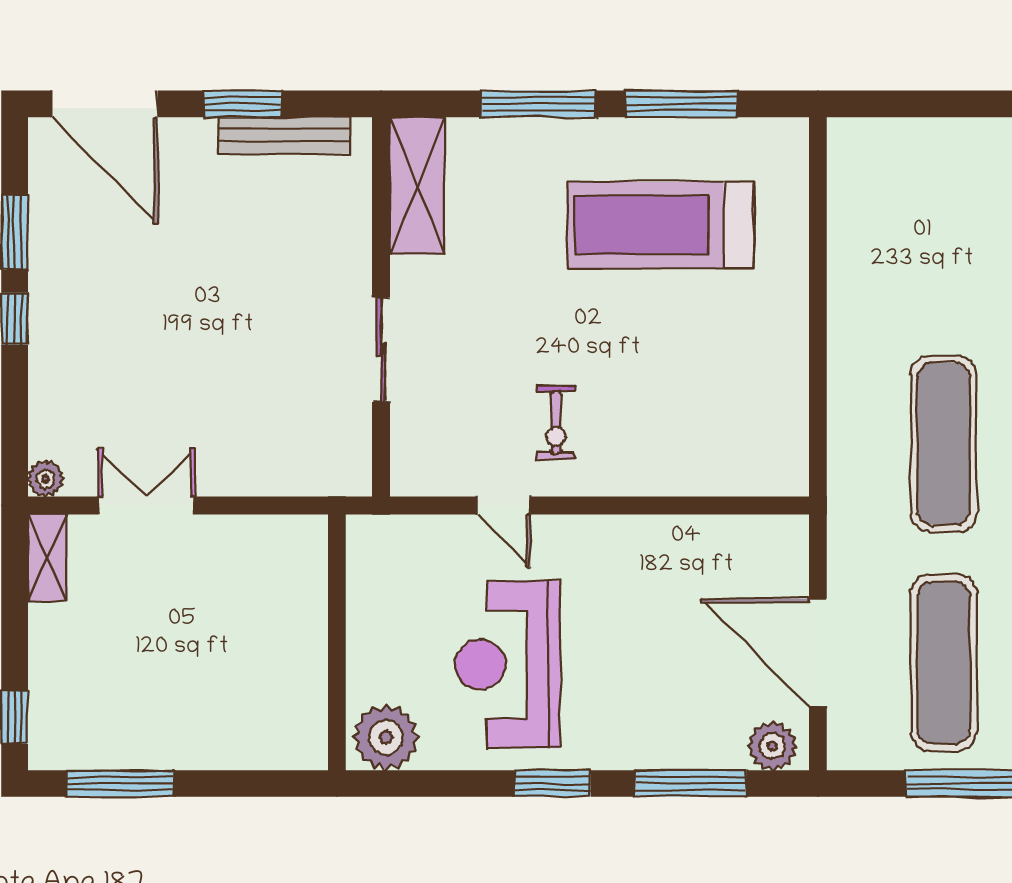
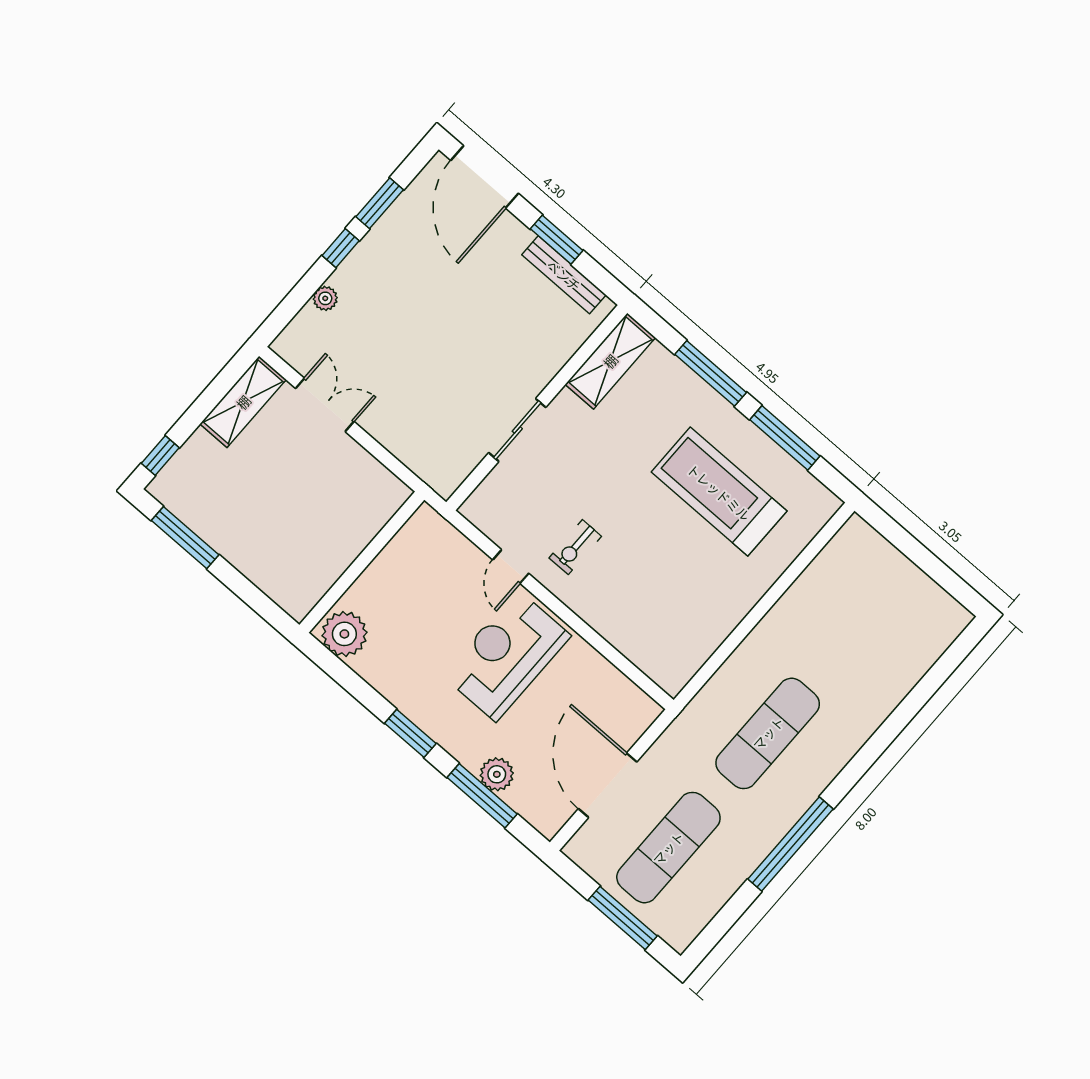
plant: (46, 479) -> (325, 298), moved
shelving: (48, 558) -> (243, 402), width x1.50, depth x1.33
reception desk: (508, 664) -> (507, 656), moved
plant: (773, 746) -> (497, 774), moved

